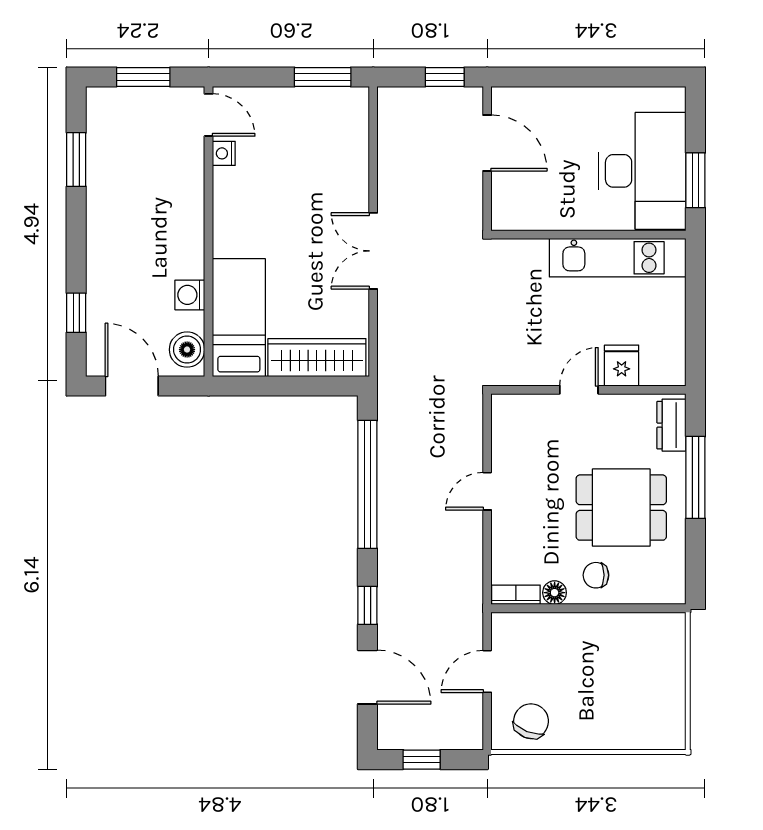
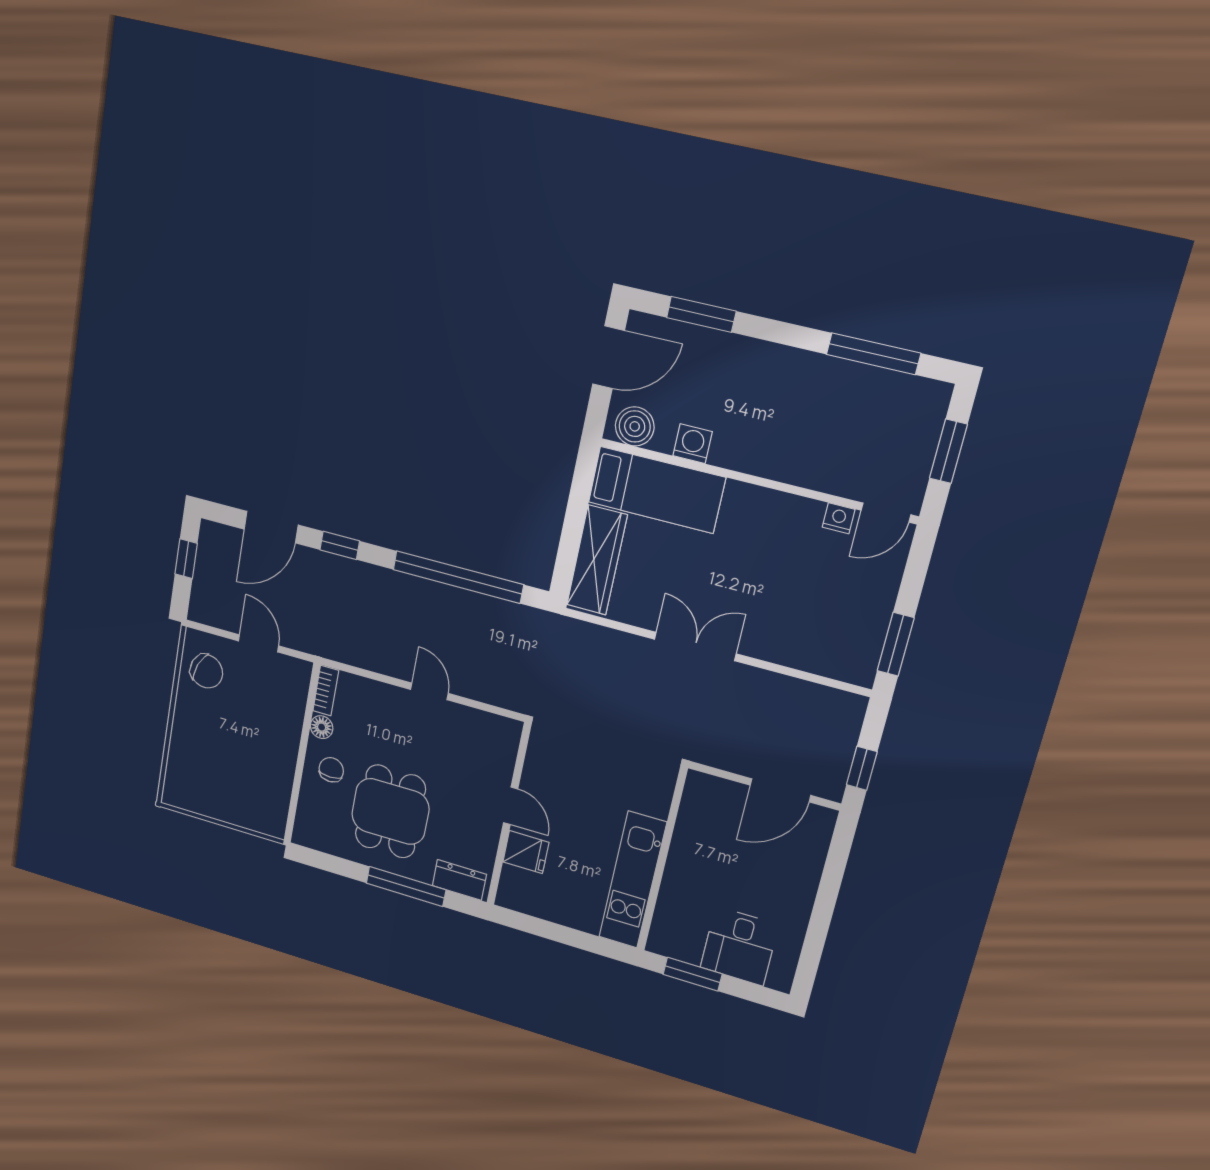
window: (76, 160) -> (873, 354), width x1.44
desk: (642, 171) -> (739, 946), width x0.53, depth x0.77
window: (76, 313) -> (701, 314), width x1.50

